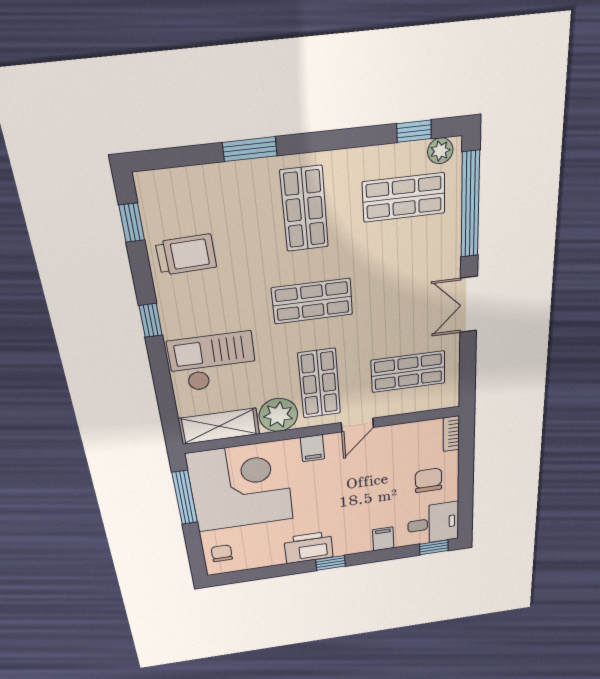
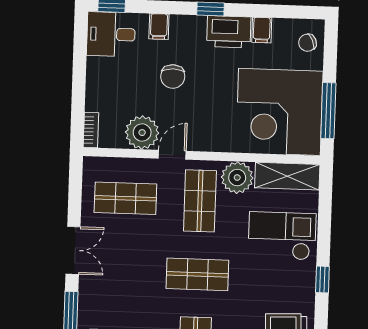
checkout: (213, 362) -> (282, 236), turned 180
plant: (394, 441) -> (142, 133), added
filing cabinet: (313, 448) -> (262, 30), moved, turned 180
chair: (428, 480) -> (173, 76), moved
chair: (222, 553) -> (307, 43), turned 67

